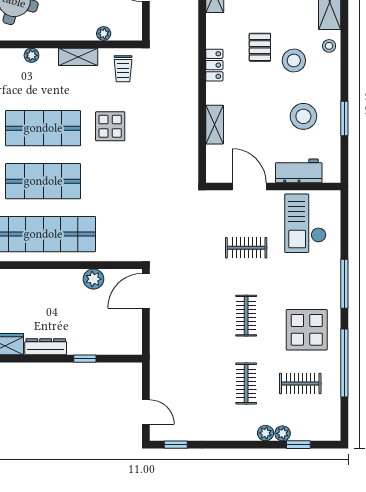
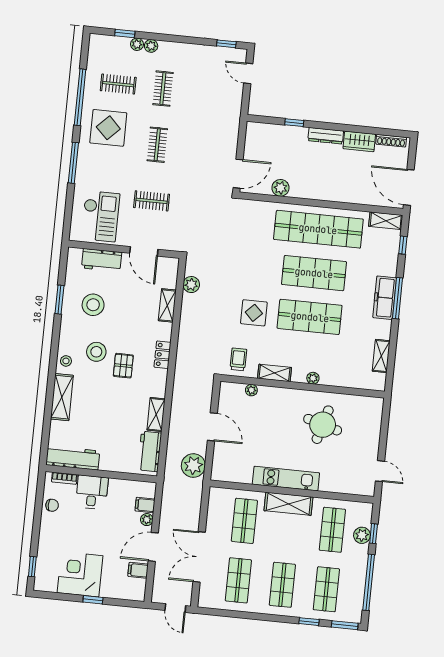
plant: (188, 152) -> (191, 285), added

